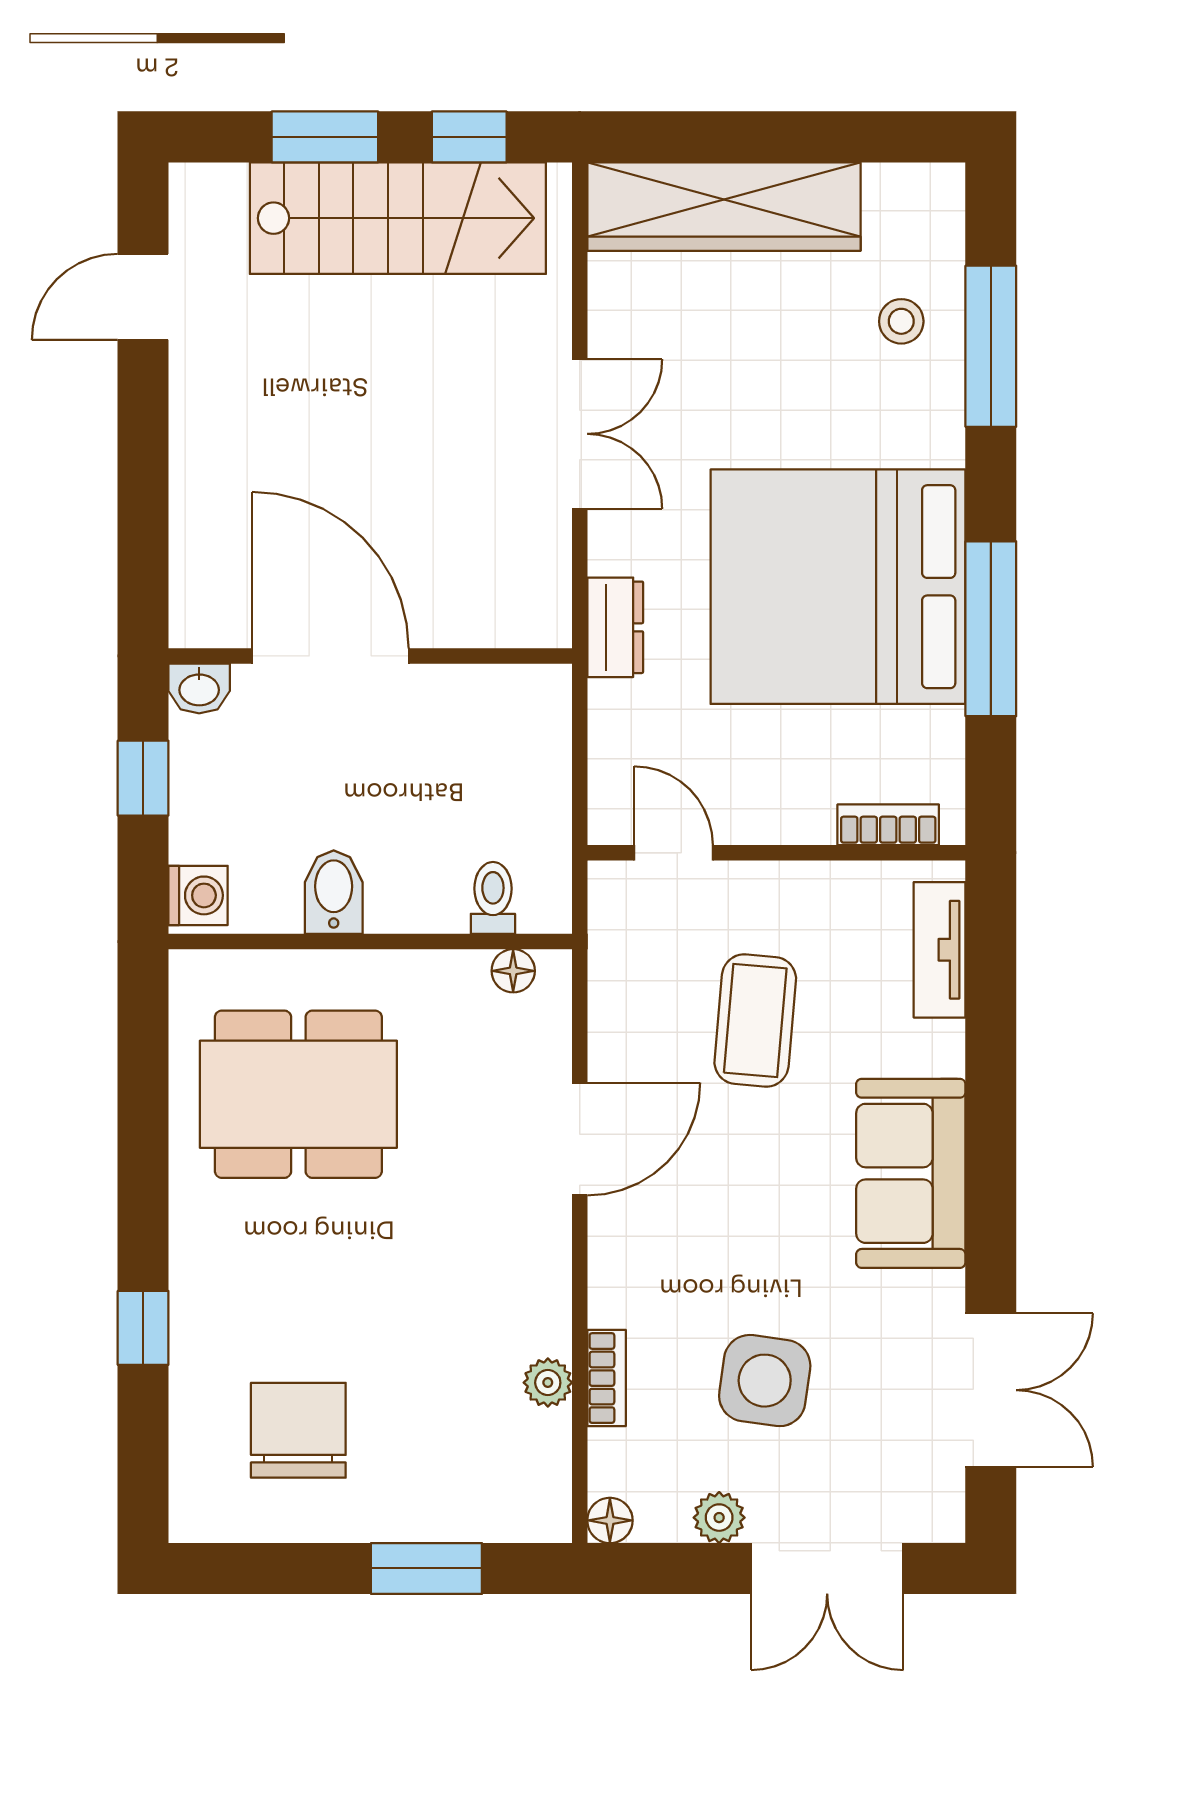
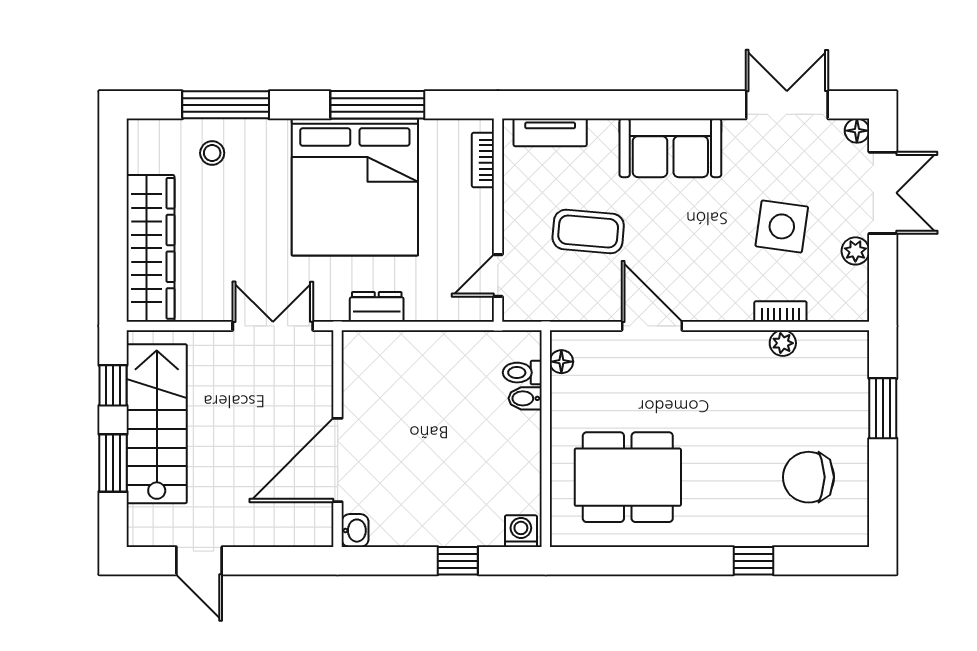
door: (330, 656) -> (338, 460), moved
wall: (370, 656) -> (338, 439), moved
washbasin: (199, 688) -> (355, 531), moved
bidet: (334, 892) -> (525, 398), moved, width x0.72, depth x0.74
dining table: (298, 1094) -> (628, 477), turned 90
floor lamp: (610, 1520) -> (857, 131), moved

